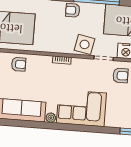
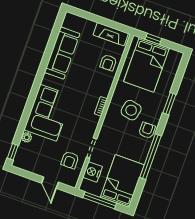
side table: (85, 44) -> (131, 110), moved
plant: (51, 118) -> (27, 137), moved

